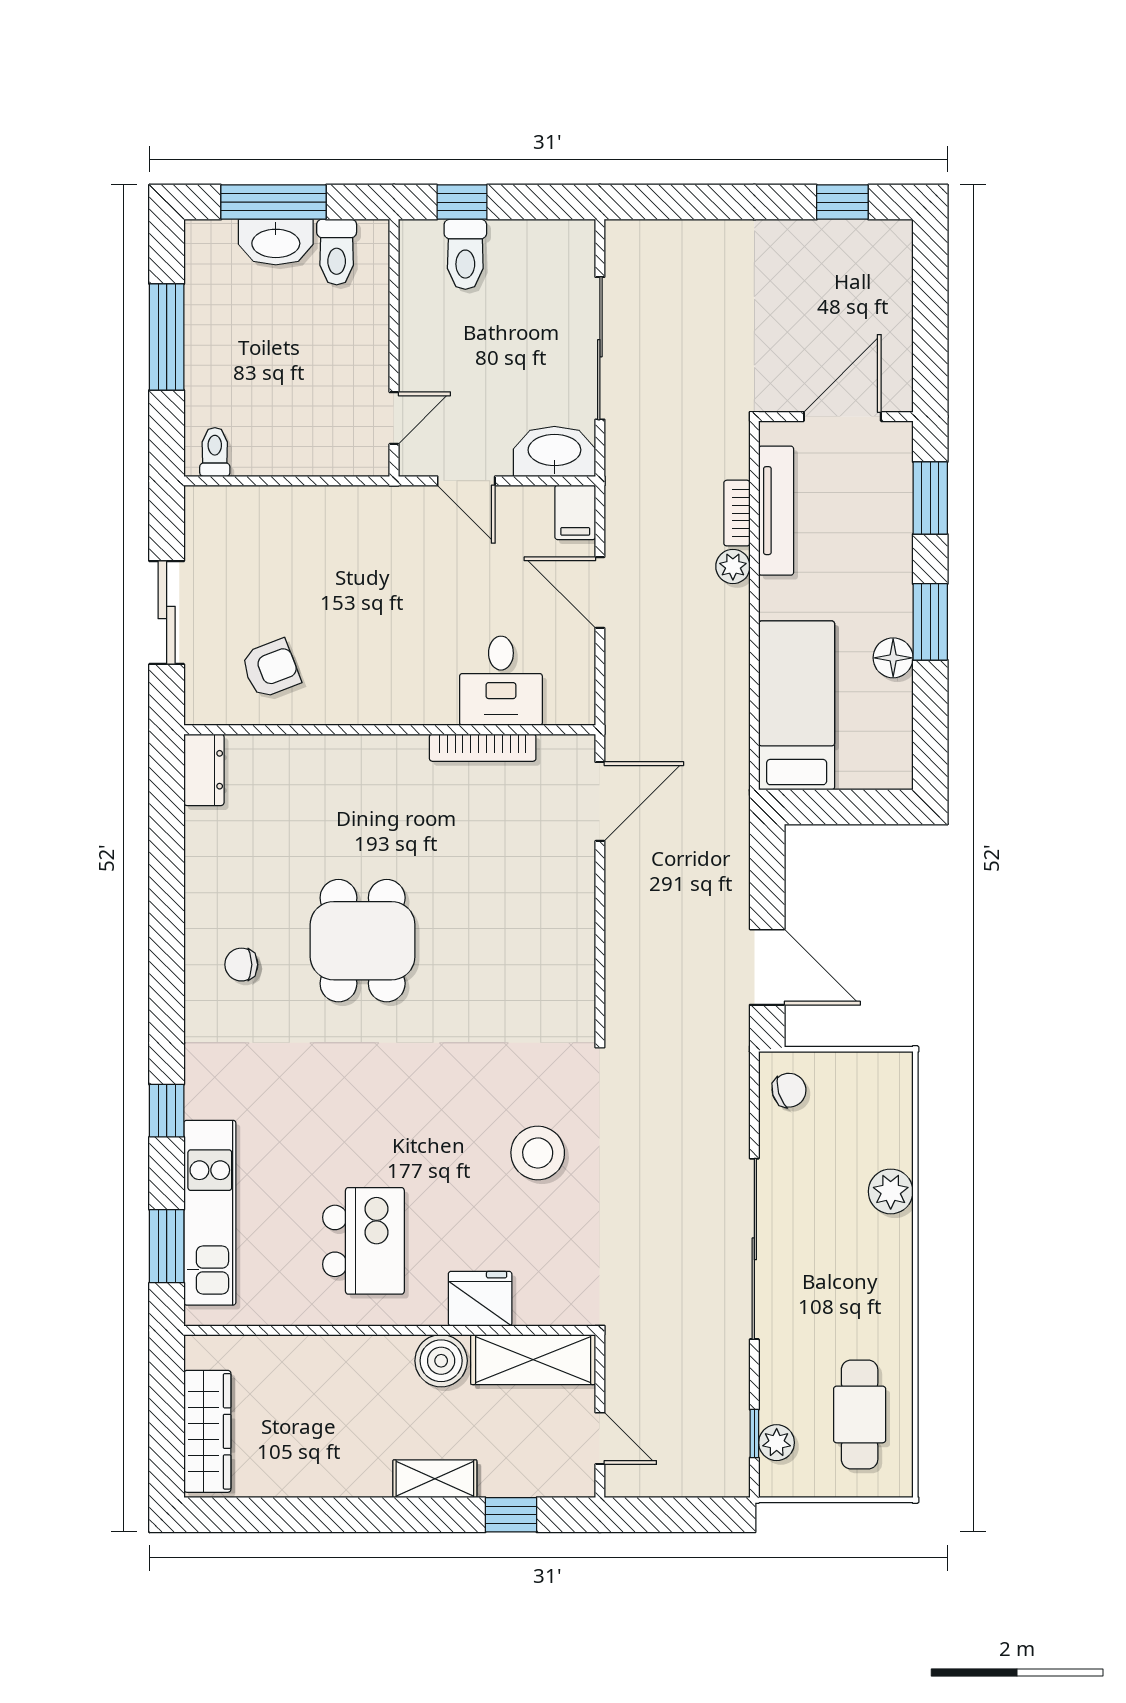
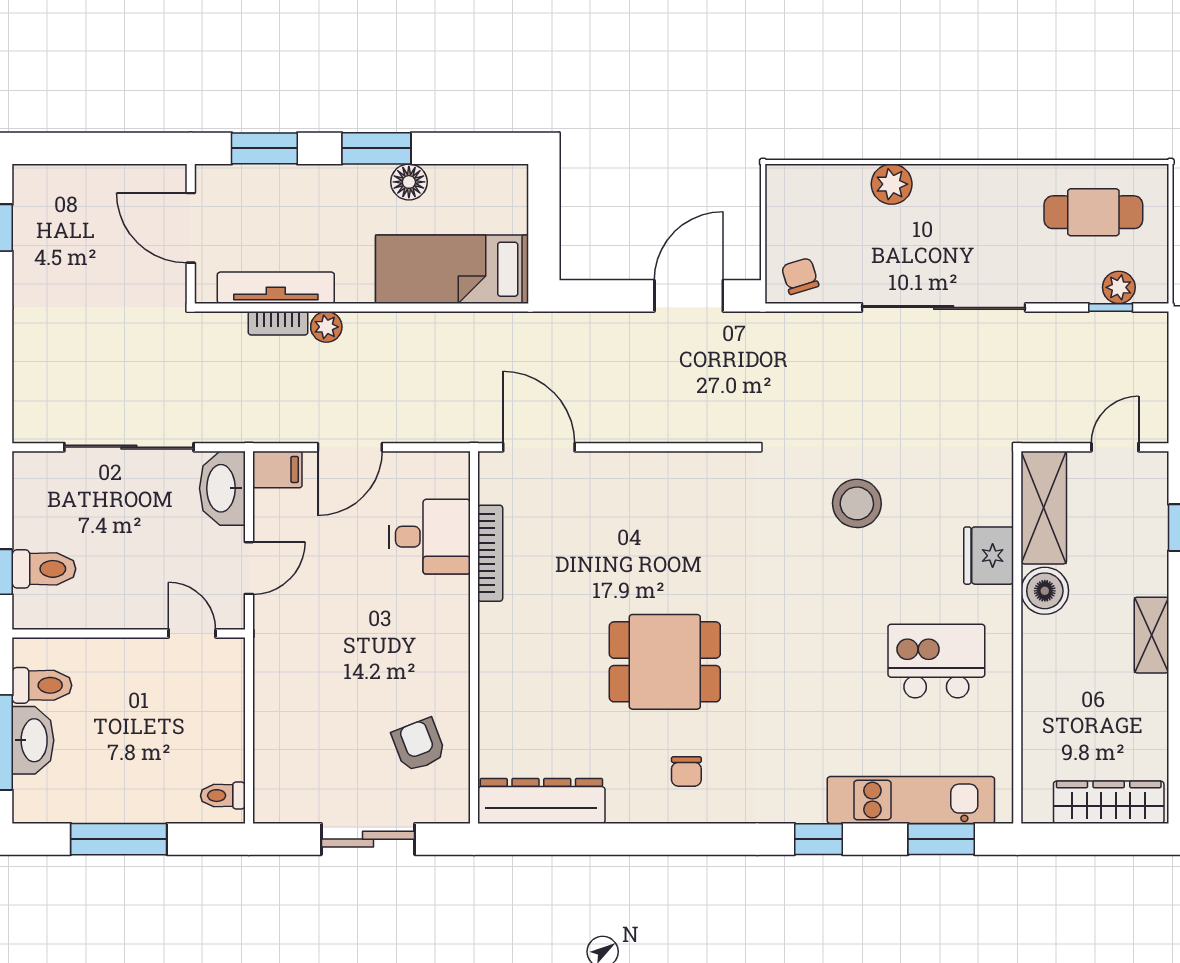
dresser: (204, 770) -> (541, 801), width x1.96, depth x1.24
shelving: (435, 1479) -> (1151, 635), moved

